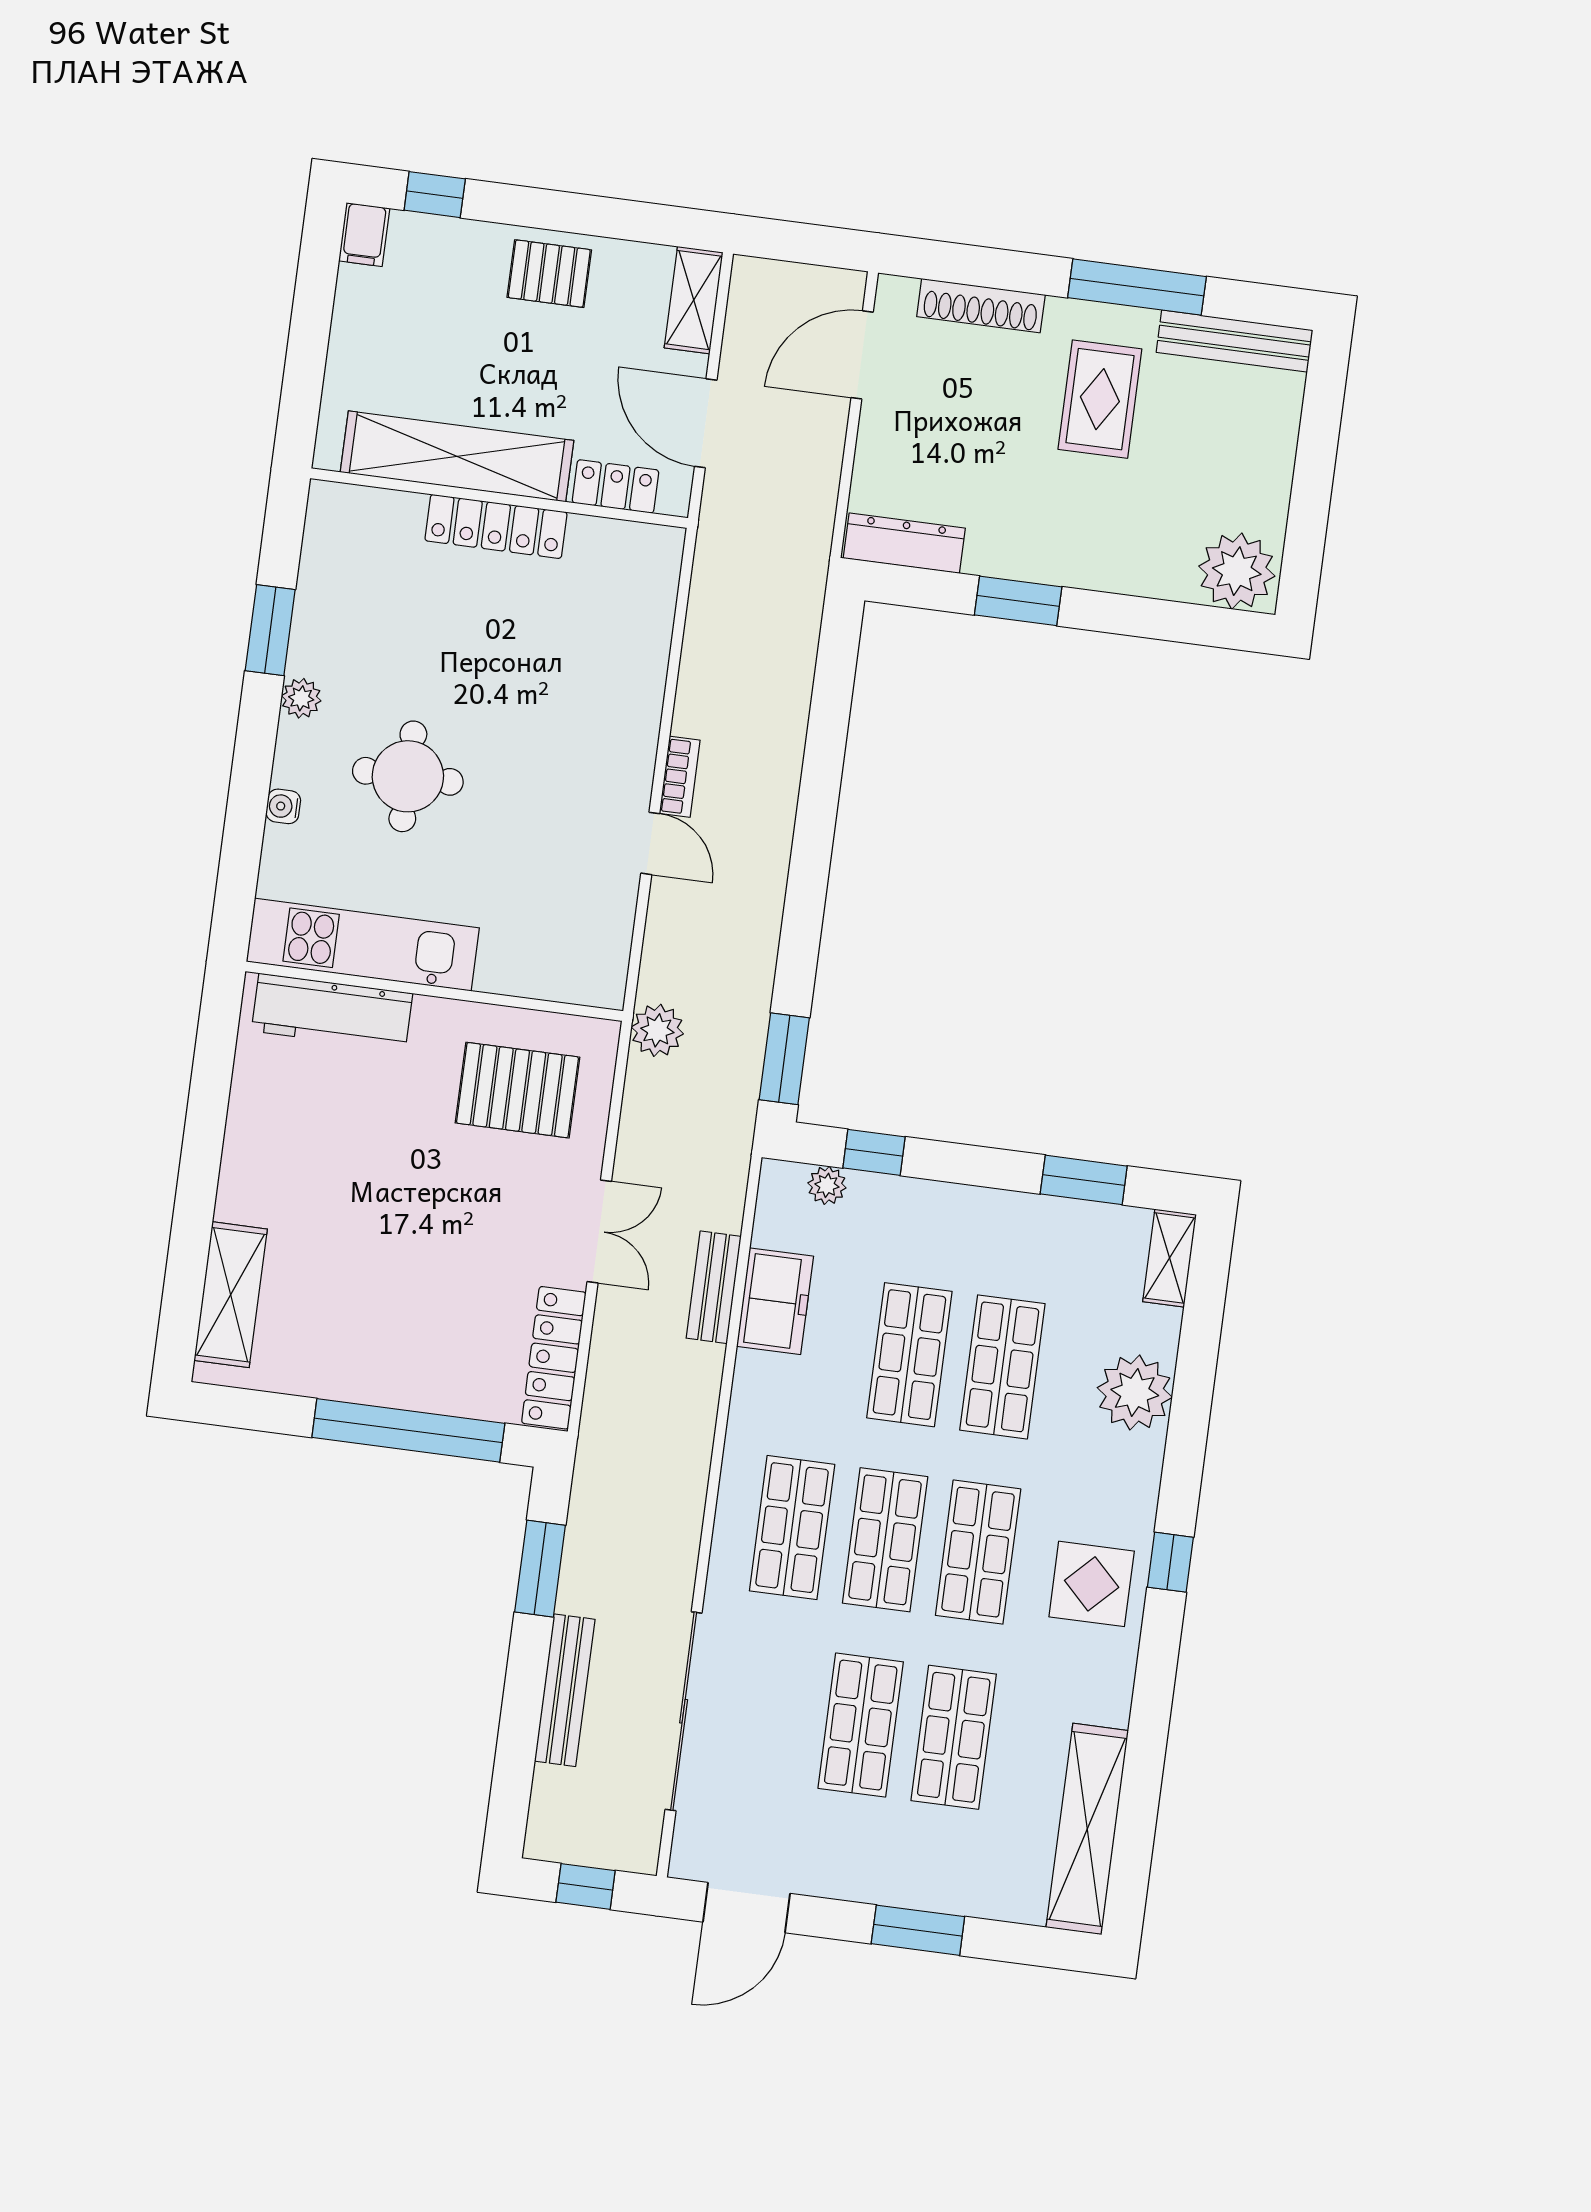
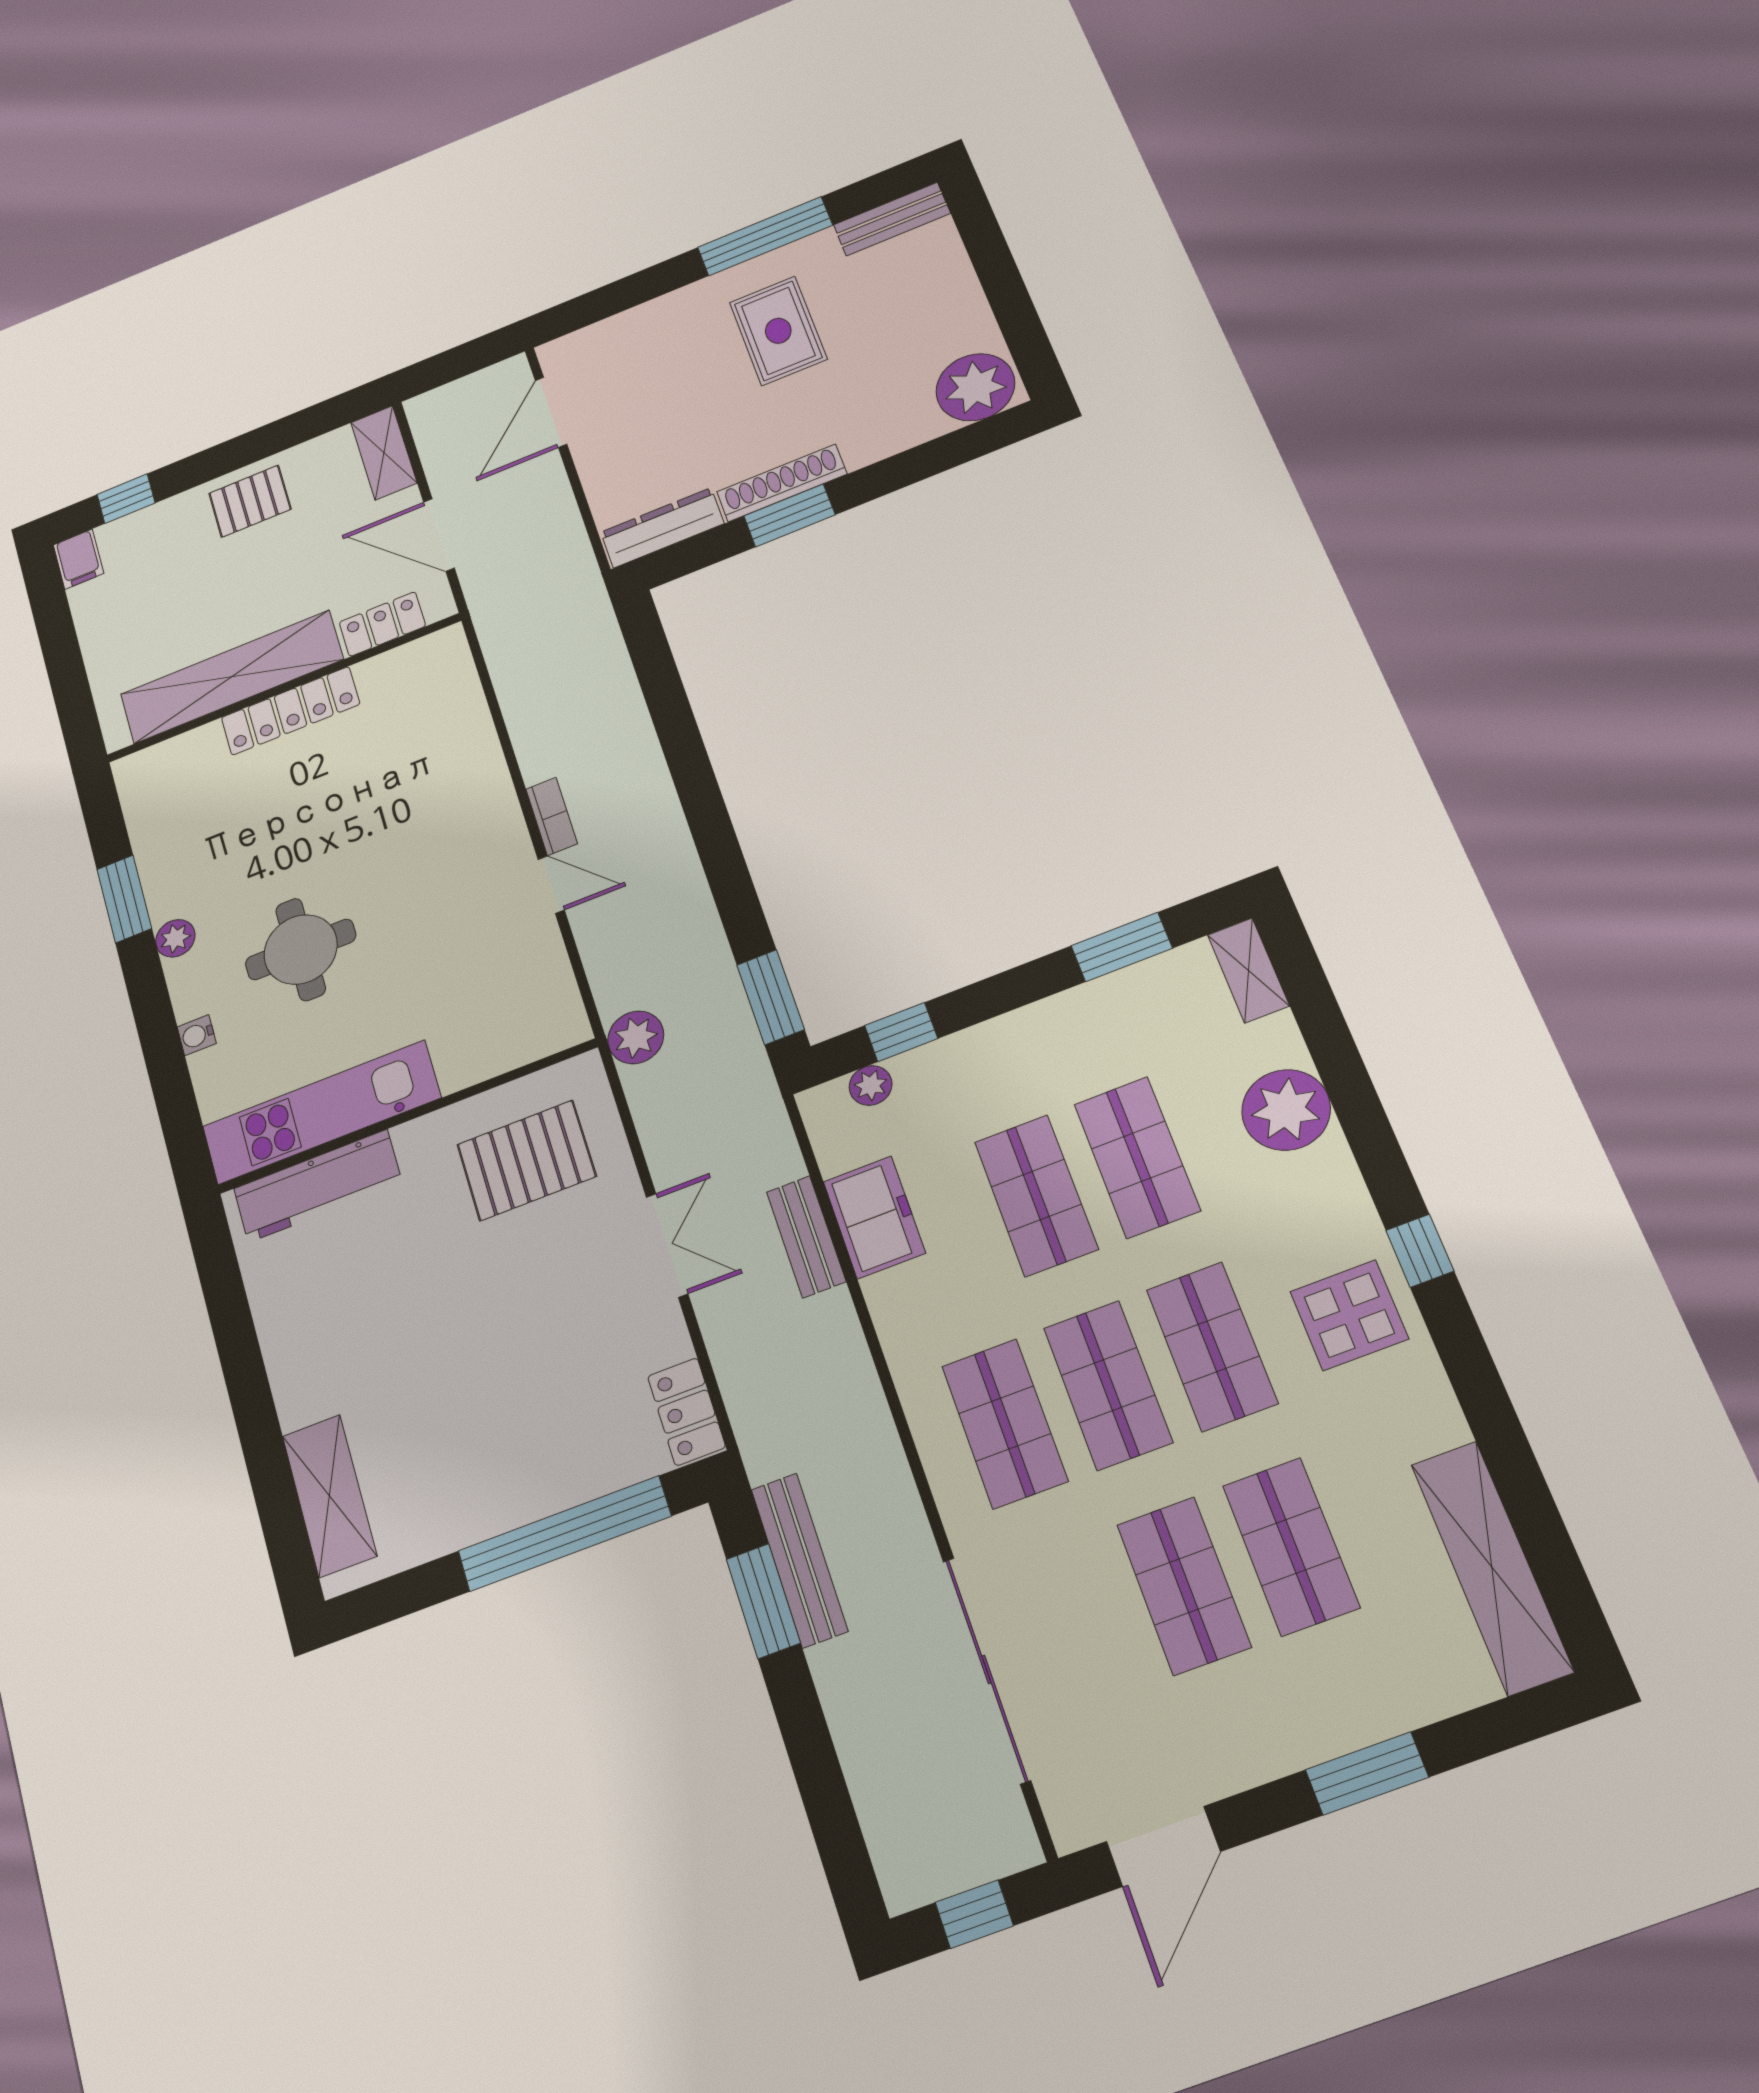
shoe rack: (981, 306) -> (782, 483), moved, turned 180
bench: (1235, 341) -> (892, 219), width x0.73
locker: (554, 1358) -> (686, 1412), width x0.66
bench: (565, 1690) -> (799, 1560), moved

